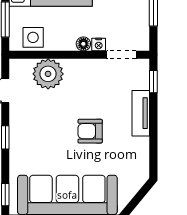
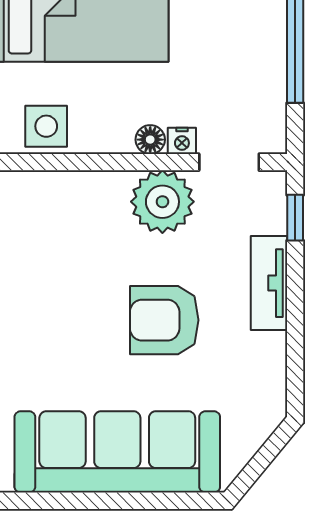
plant: (48, 74) -> (162, 202), moved
armchair: (90, 131) -> (164, 320), width x1.38, depth x1.38

